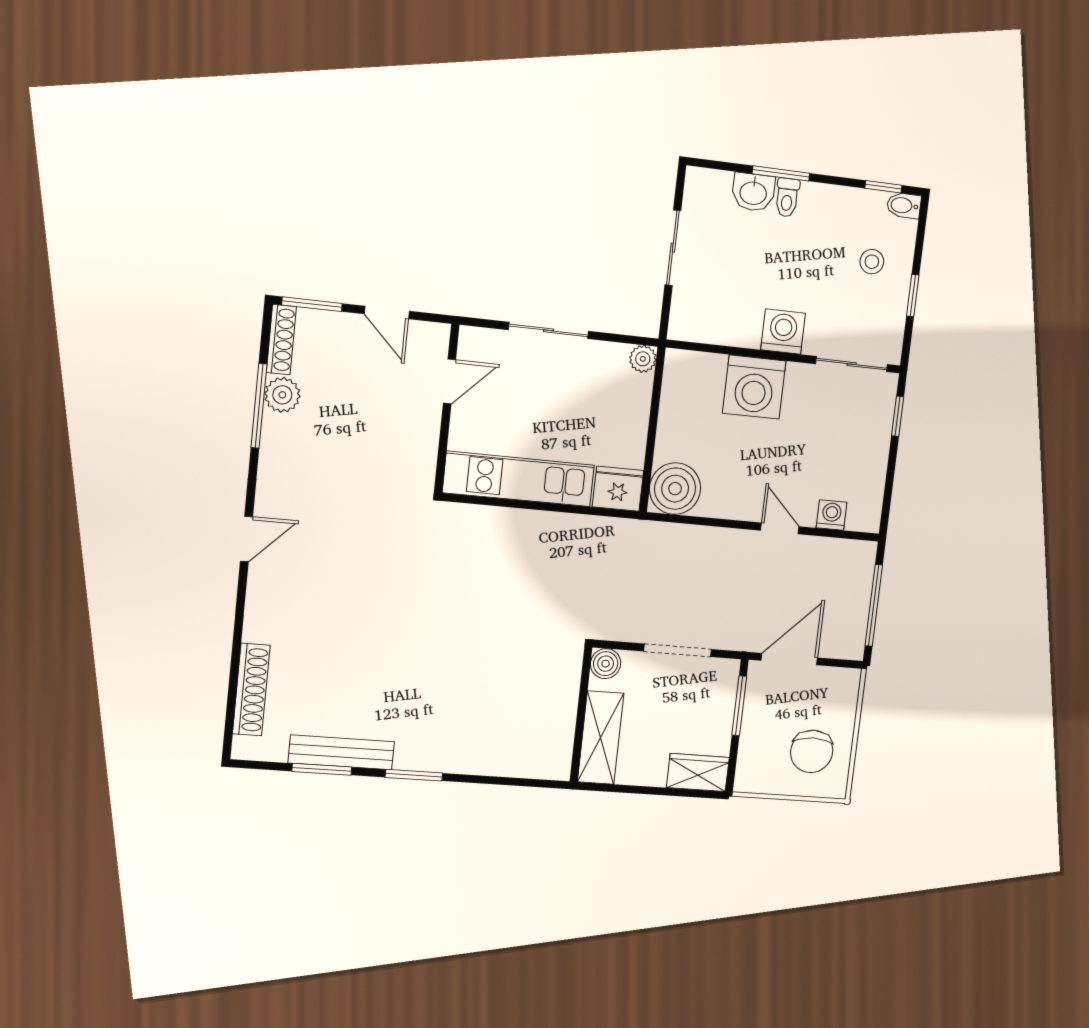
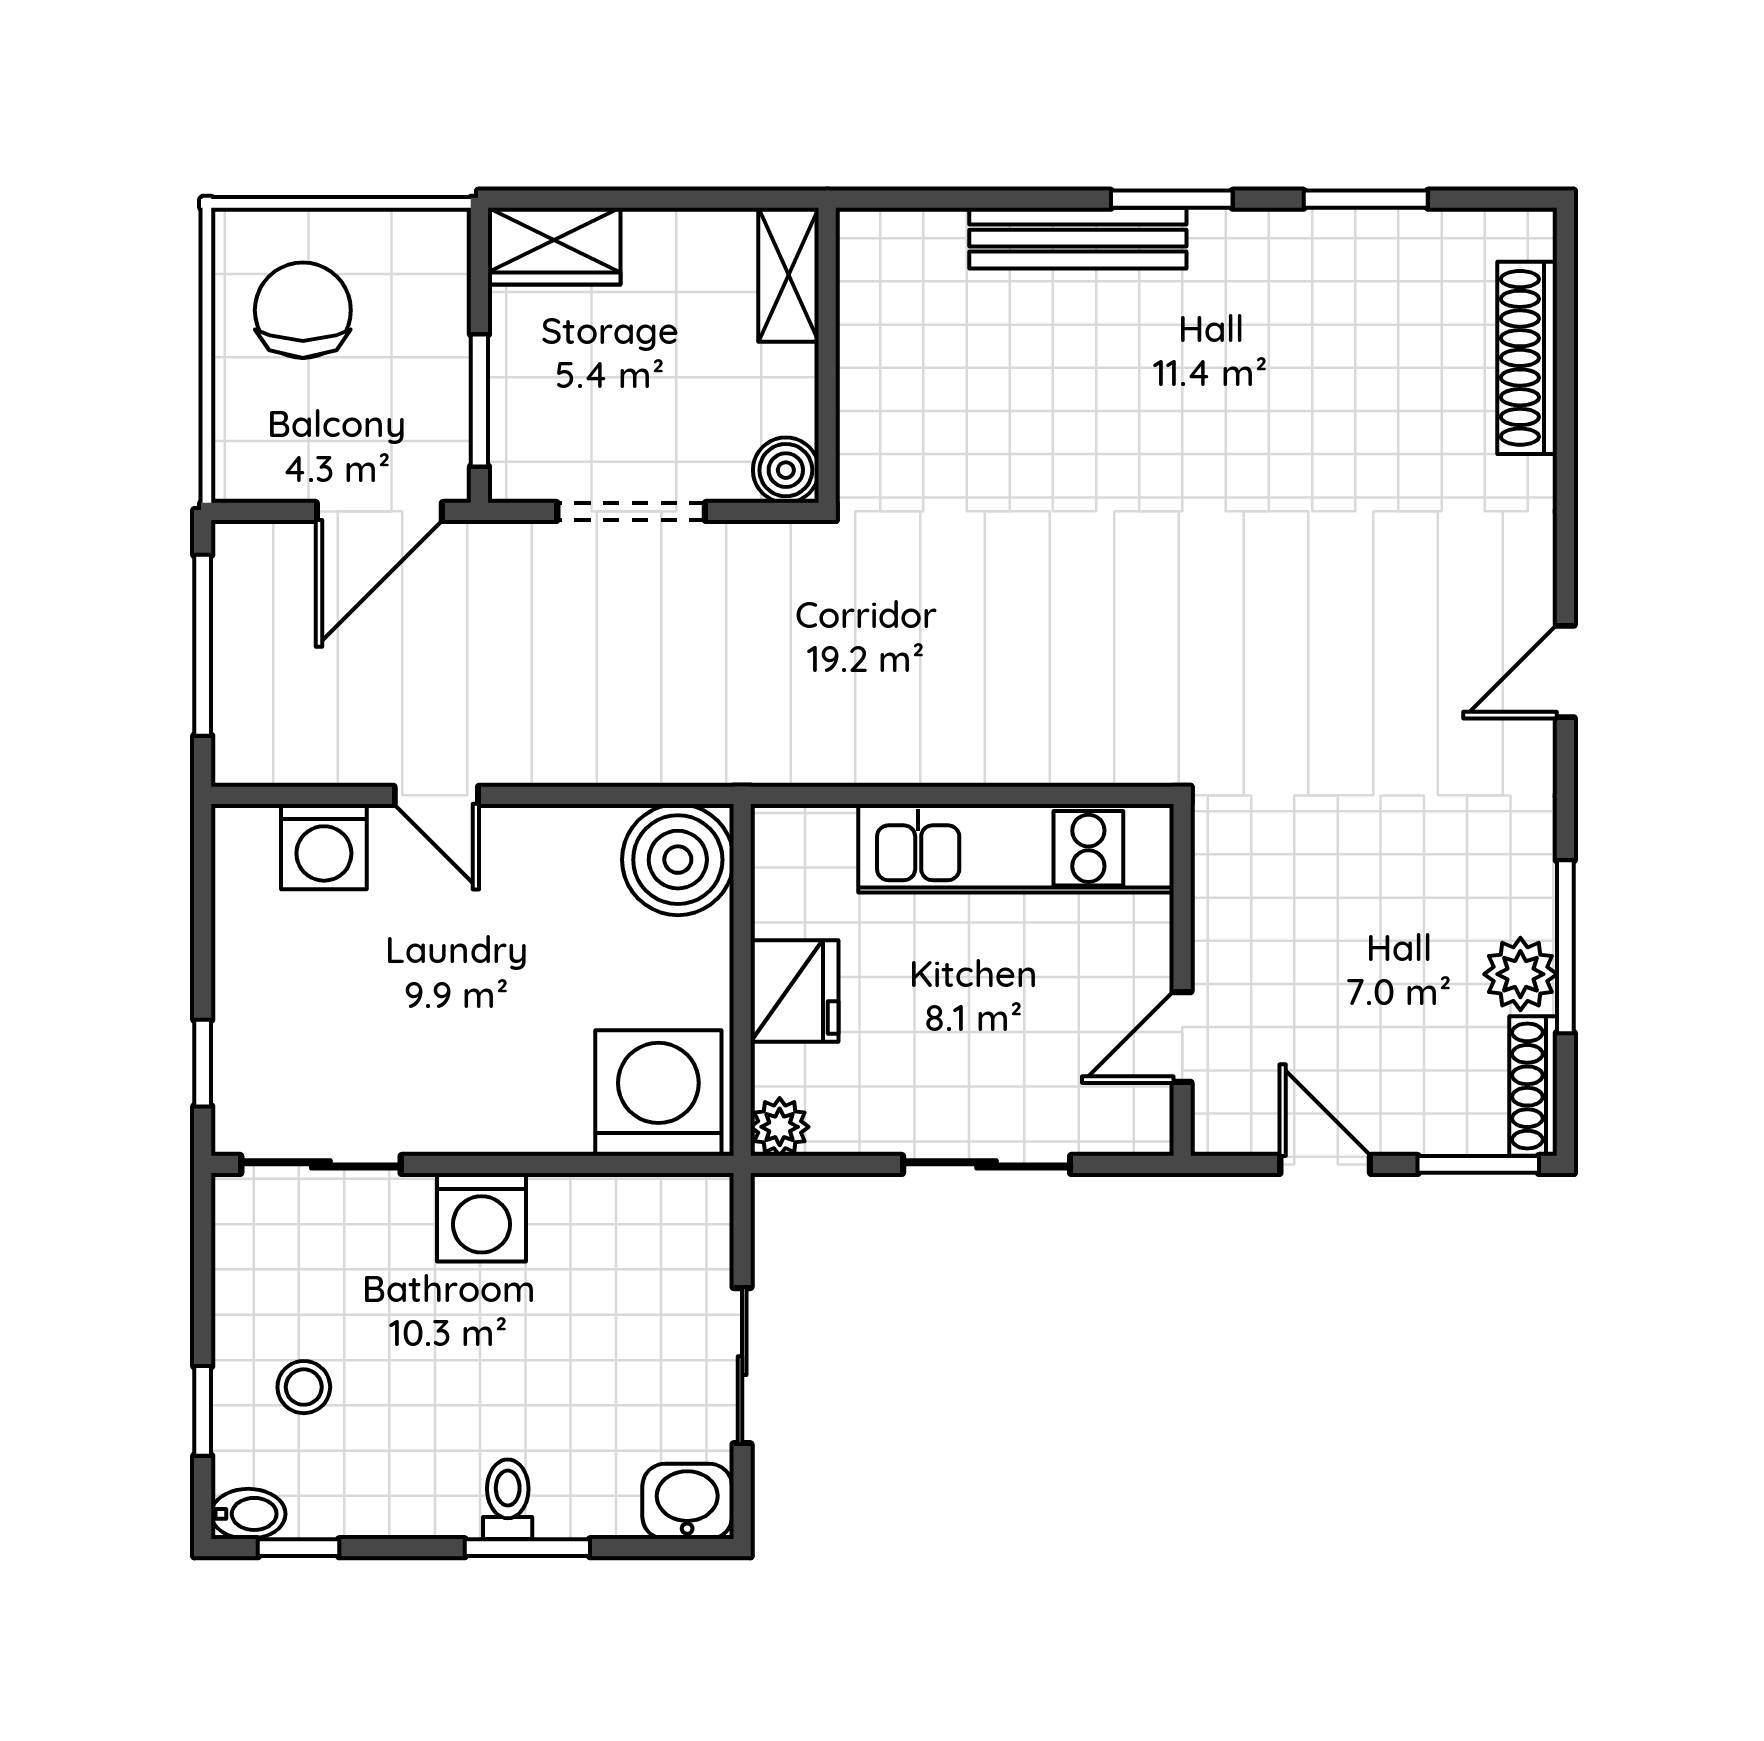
washbasin: (753, 192) -> (687, 1501), moved
window: (913, 295) -> (203, 1411), moved
washing machine: (754, 387) -> (658, 1093), moved
fridge: (618, 489) -> (794, 991), moved, turned -90
washing machine: (832, 515) -> (324, 847), width x1.38, depth x1.38
shelving: (601, 738) -> (789, 275), width x0.67, depth x0.75
bench: (341, 752) -> (1078, 238), moved

